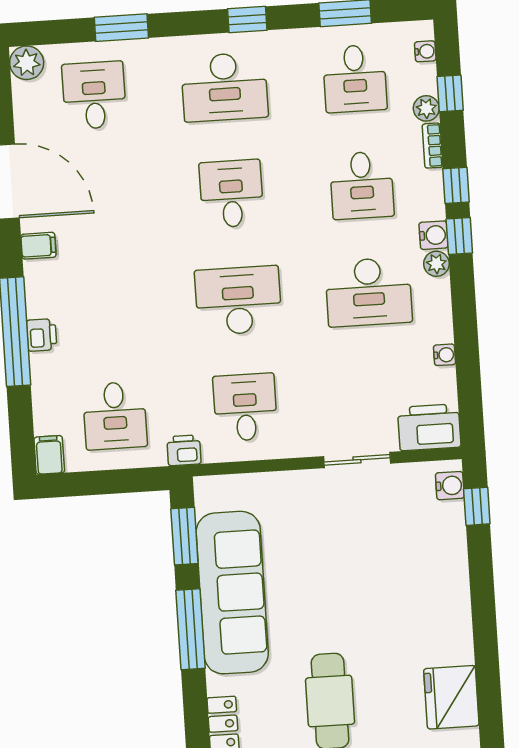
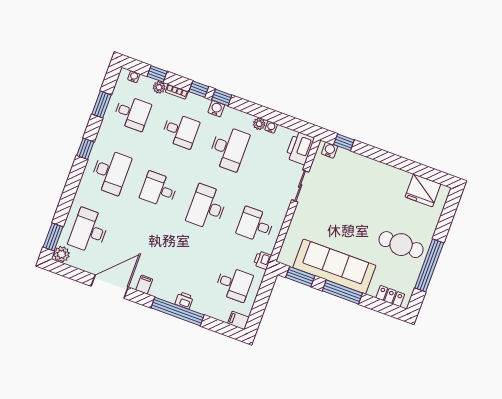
window: (121, 28) -> (53, 237), moved
desk: (94, 95) -> (89, 231), width x1.37
plant: (436, 264) -> (259, 124), moved

